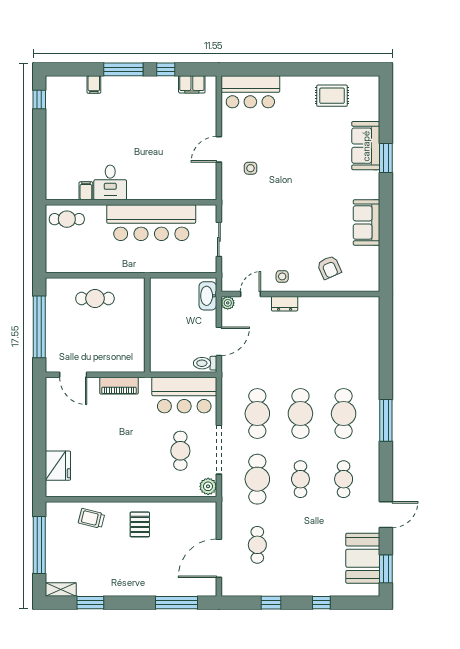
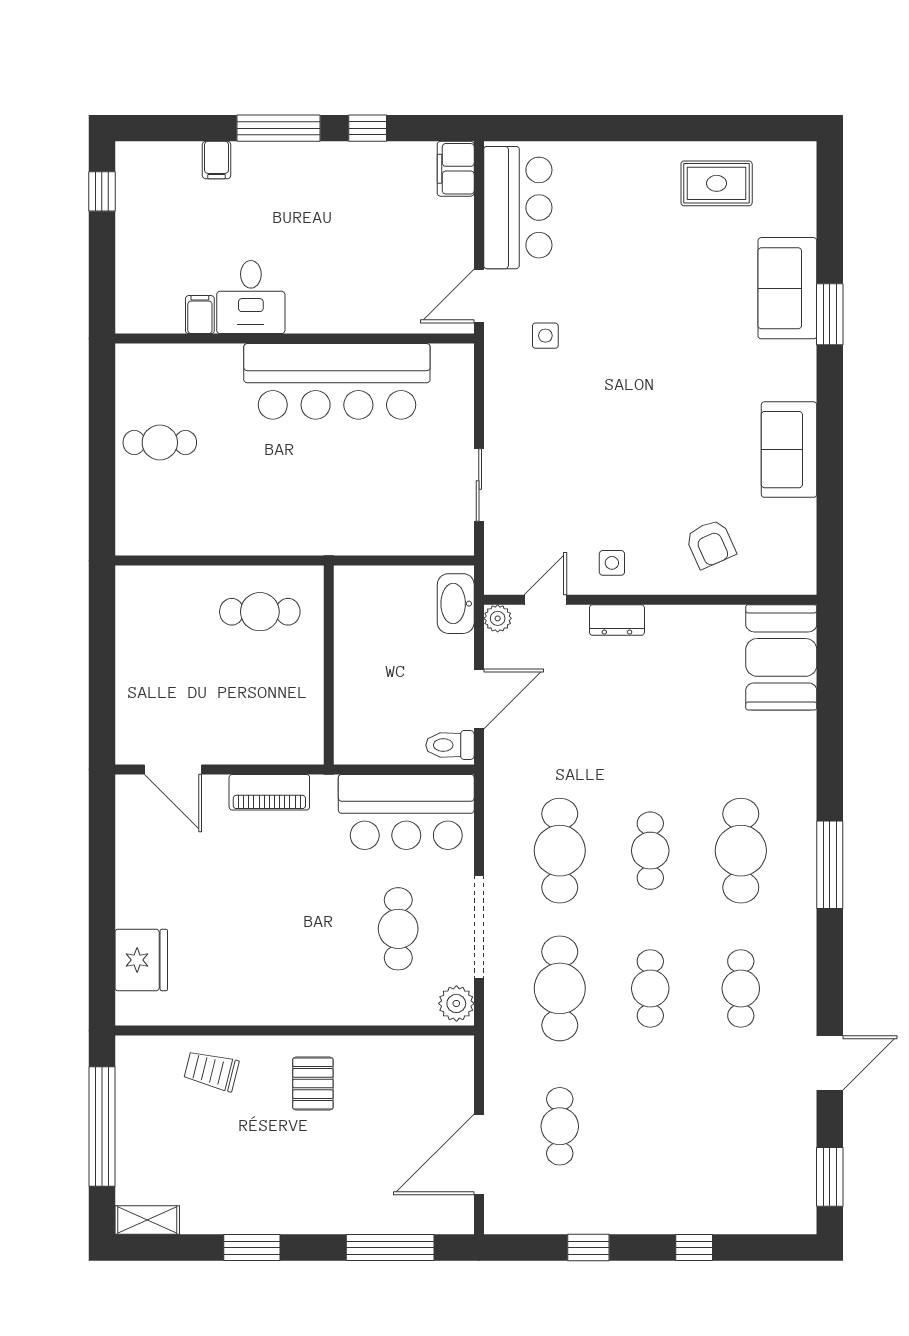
filing cabinet: (192, 84) -> (456, 169), moved, turned 90
bar counter: (250, 92) -> (518, 208), moved, turned -90
desk: (110, 182) -> (251, 297), moved
filing cabinet: (86, 191) -> (200, 315), moved
wall: (131, 202) -> (295, 339), moved
bar counter: (151, 223) -> (337, 381), moved
cafe table: (95, 298) -> (260, 612), moved
window: (39, 327) -> (102, 669), removed
cafe table: (300, 414) -> (650, 851), width x0.73, depth x0.74
booth: (363, 558) -> (781, 657), moved
window: (90, 603) -> (252, 1248), moved

